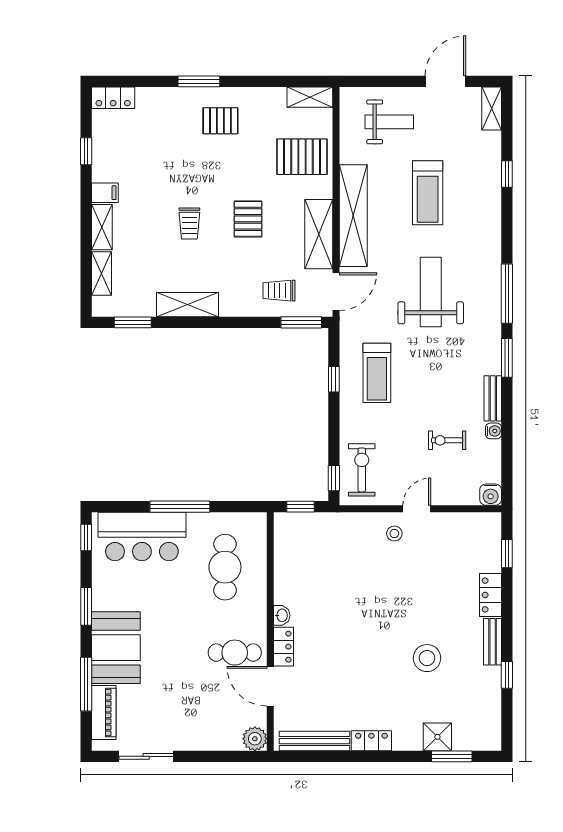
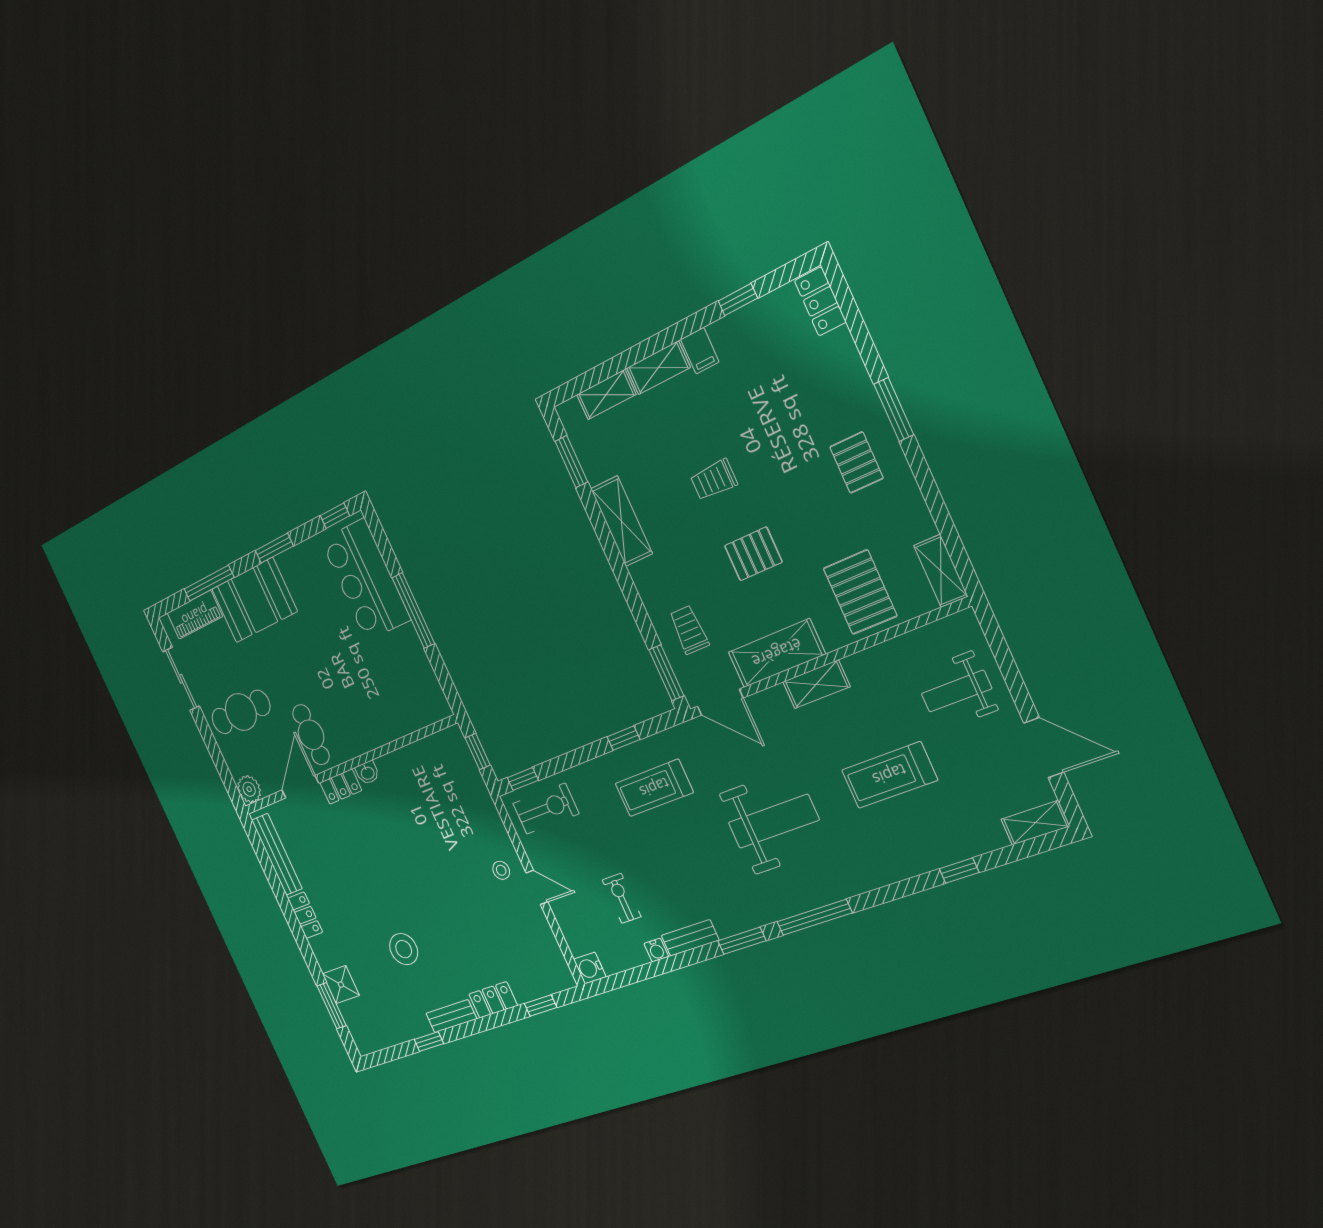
weight bench: (389, 122) -> (956, 691), turned 90
shelving: (353, 216) -> (816, 684), width x0.45, depth x0.75
cafe table: (225, 567) -> (241, 712), moved

